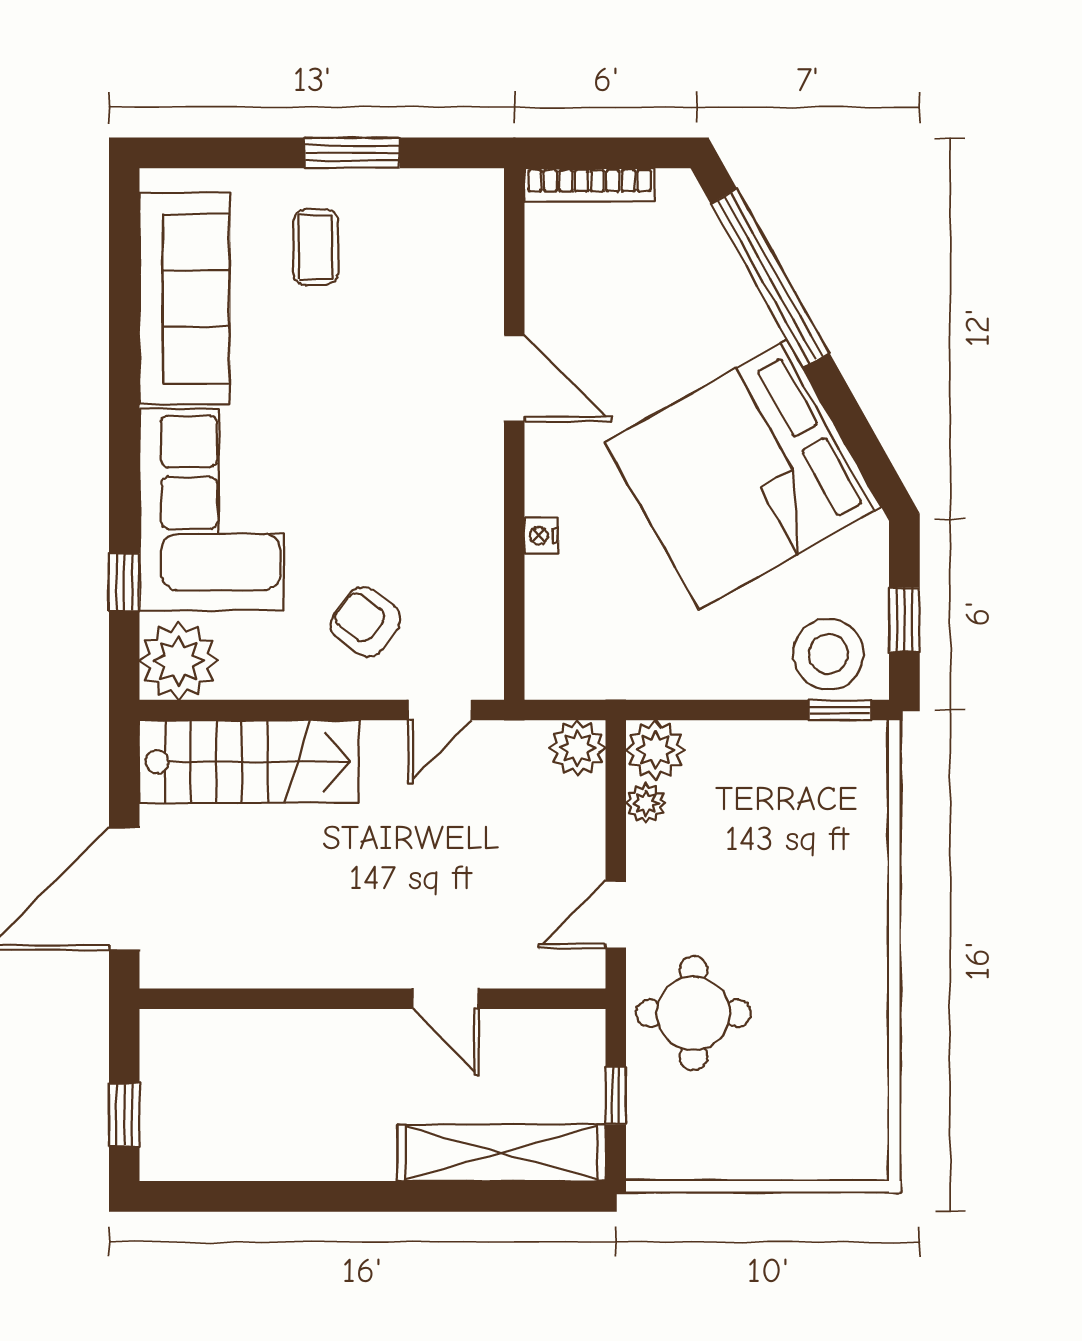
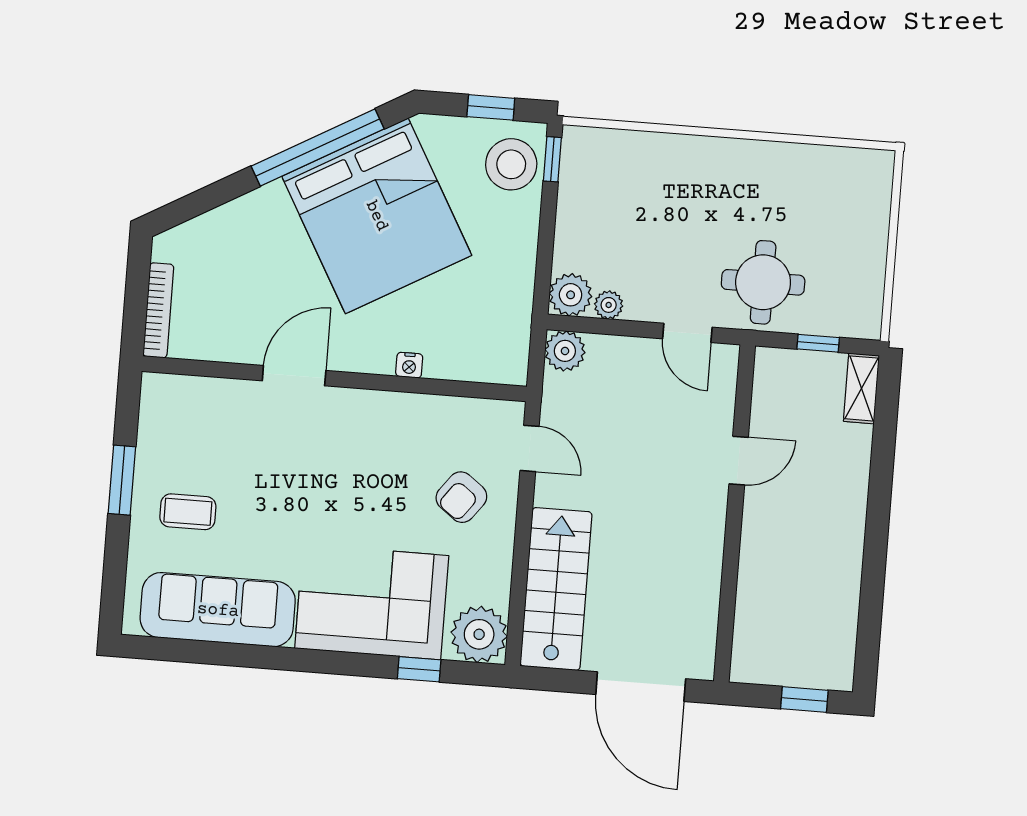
window: (770, 278) -> (318, 147), moved
shelving: (501, 1153) -> (861, 388), width x0.45, depth x0.75

